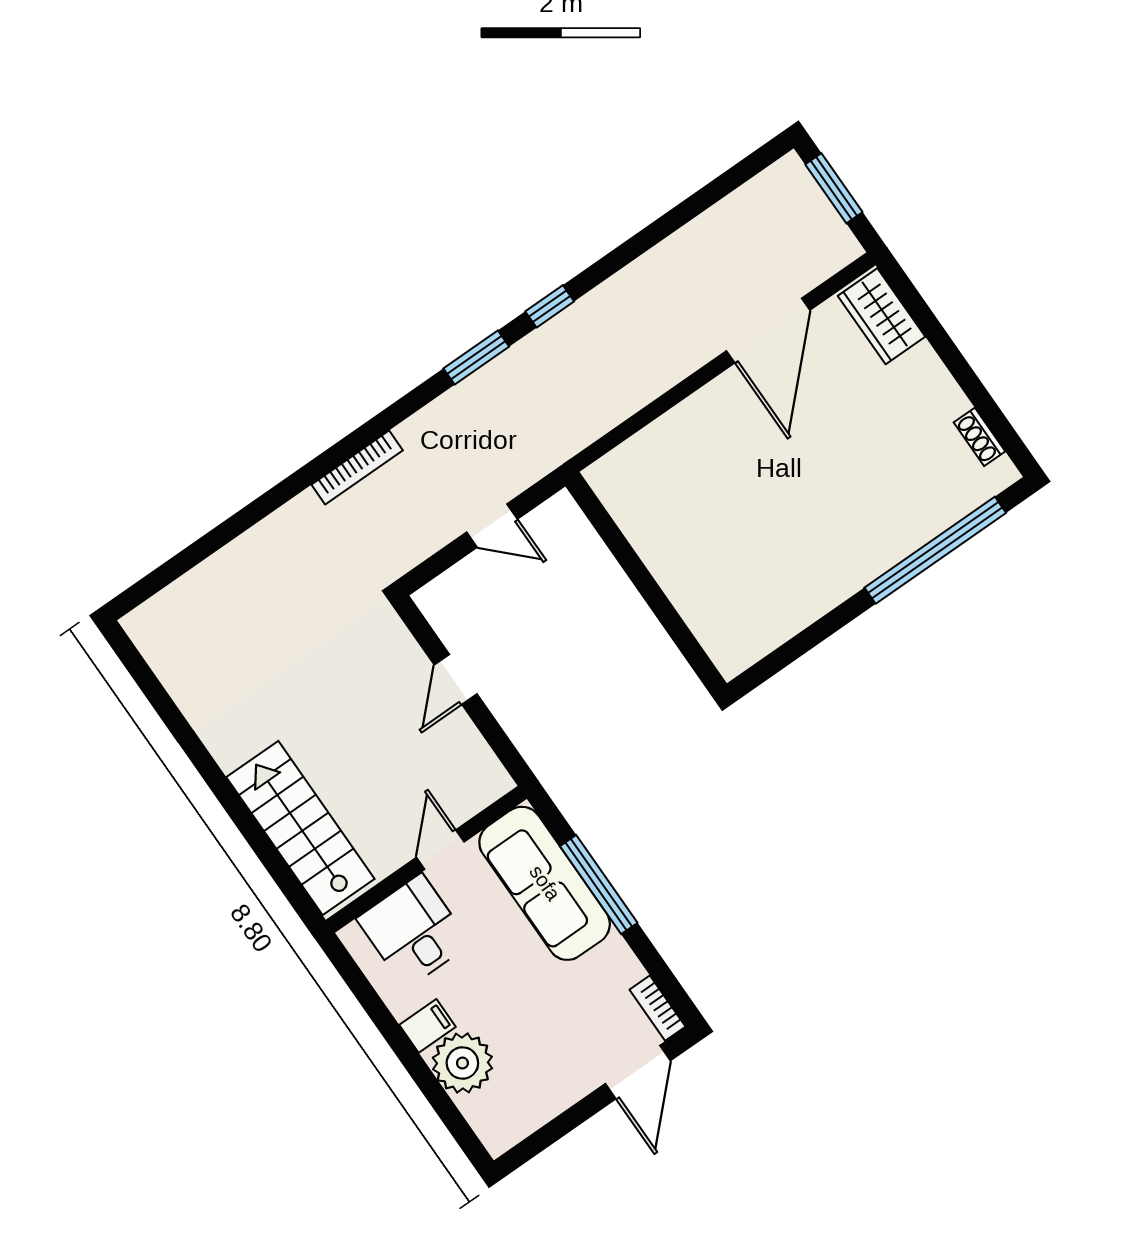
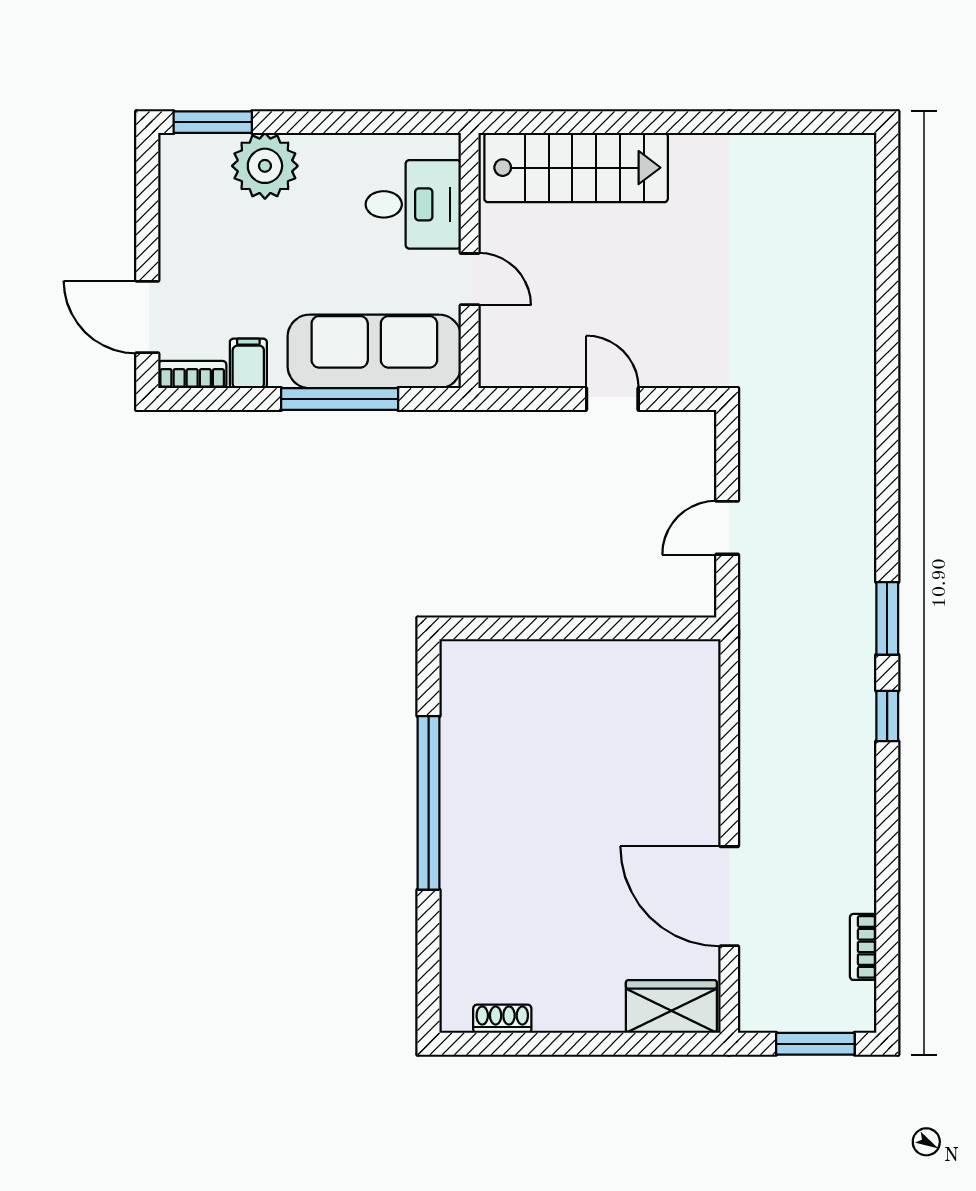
bookcase: (357, 468) -> (863, 947), moved, width x0.64
window: (935, 550) -> (429, 803), moved
filing cabinet: (427, 1026) -> (248, 363), moved, turned 180
window: (457, 1125) -> (213, 122), added

